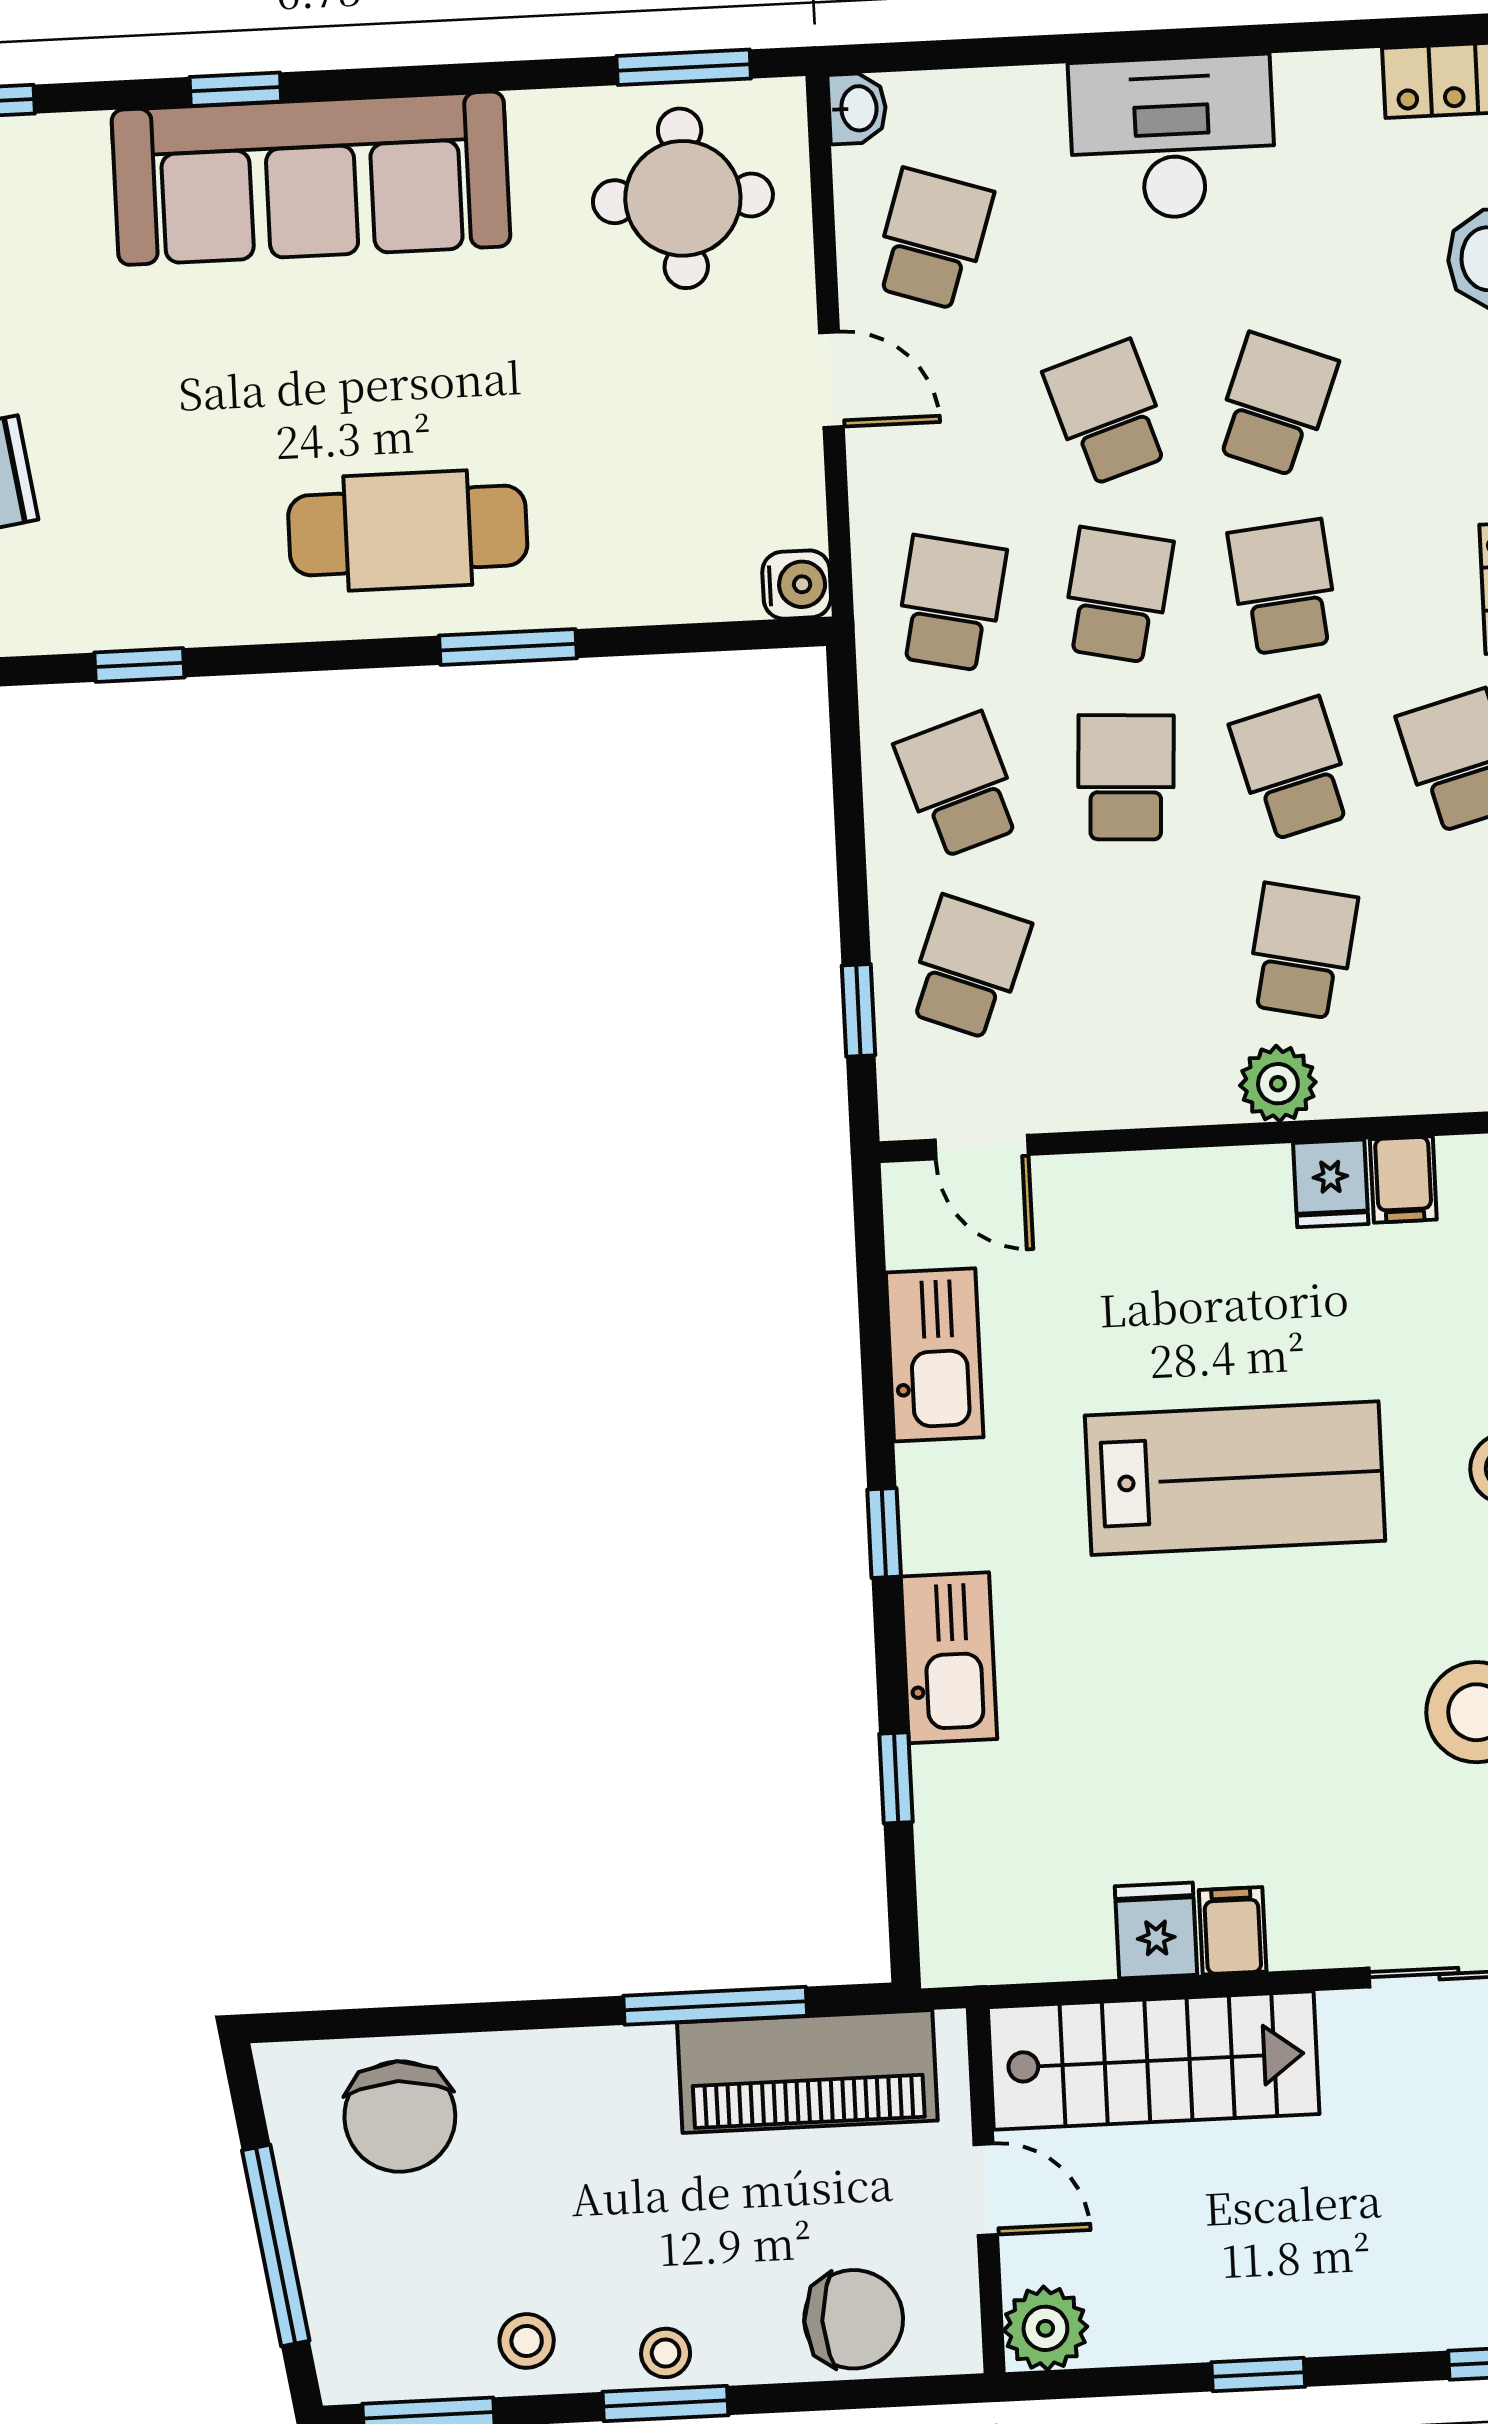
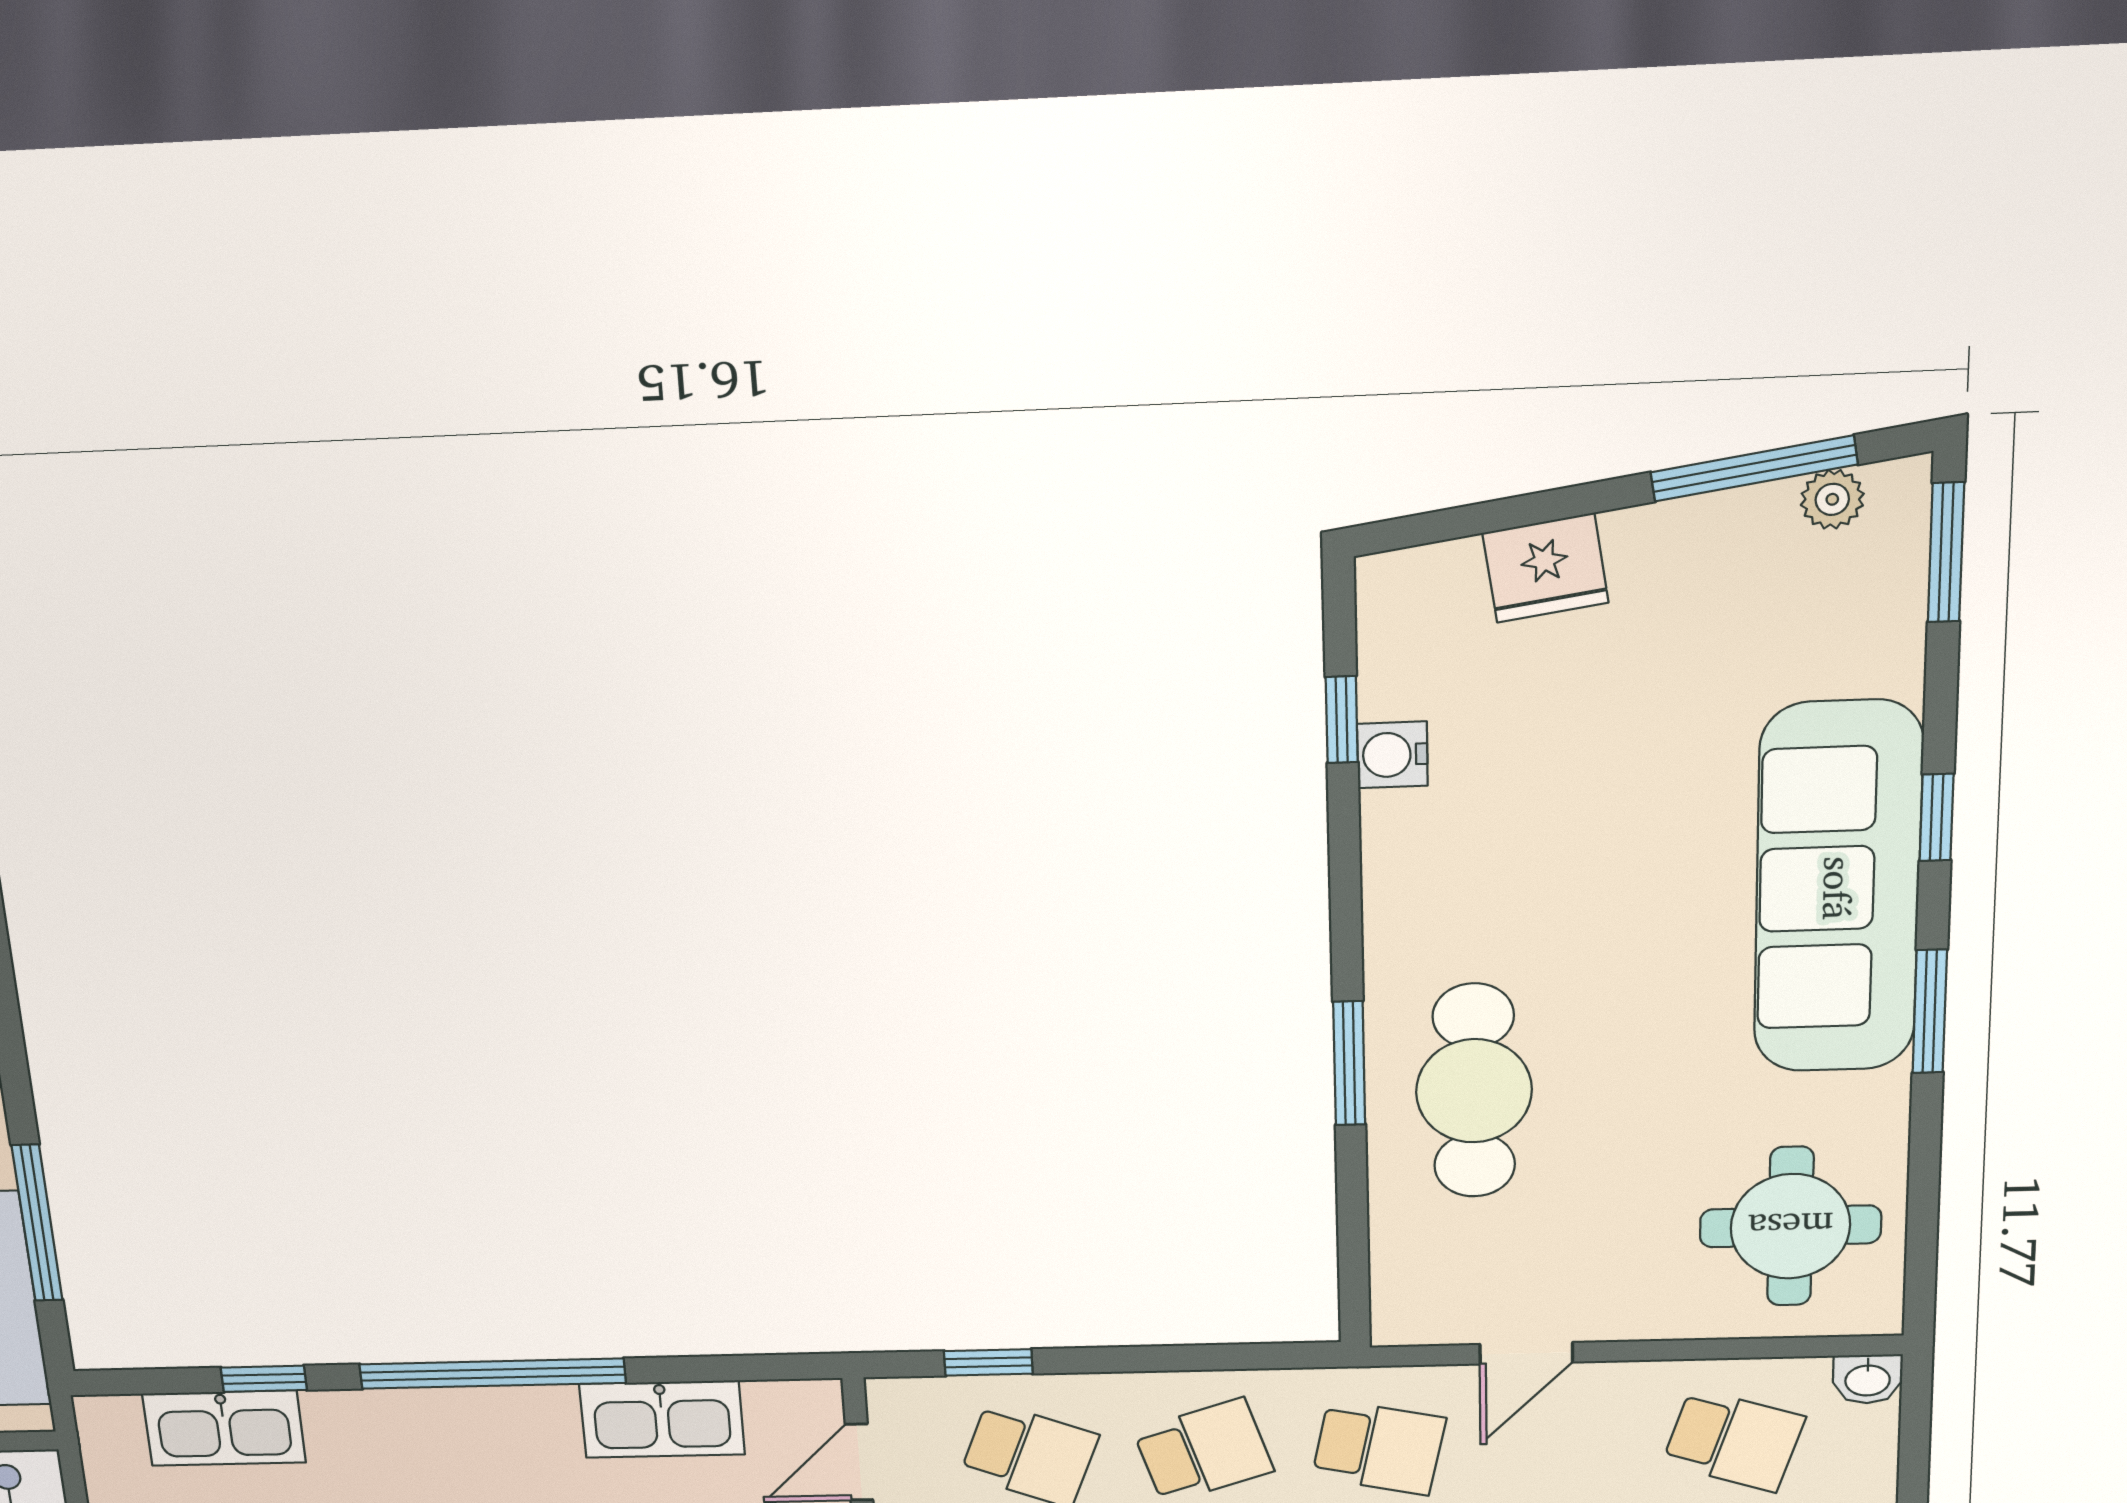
window: (684, 67) -> (1930, 1011), moved
door: (831, 380) -> (1526, 1353), moved
cafe table: (408, 530) -> (1474, 1091), moved
water cooler: (797, 585) -> (1392, 755), moved, turned 90
window: (884, 1533) -> (492, 1374), width x3.17
kitchen sink: (949, 1658) -> (224, 1428), moved

